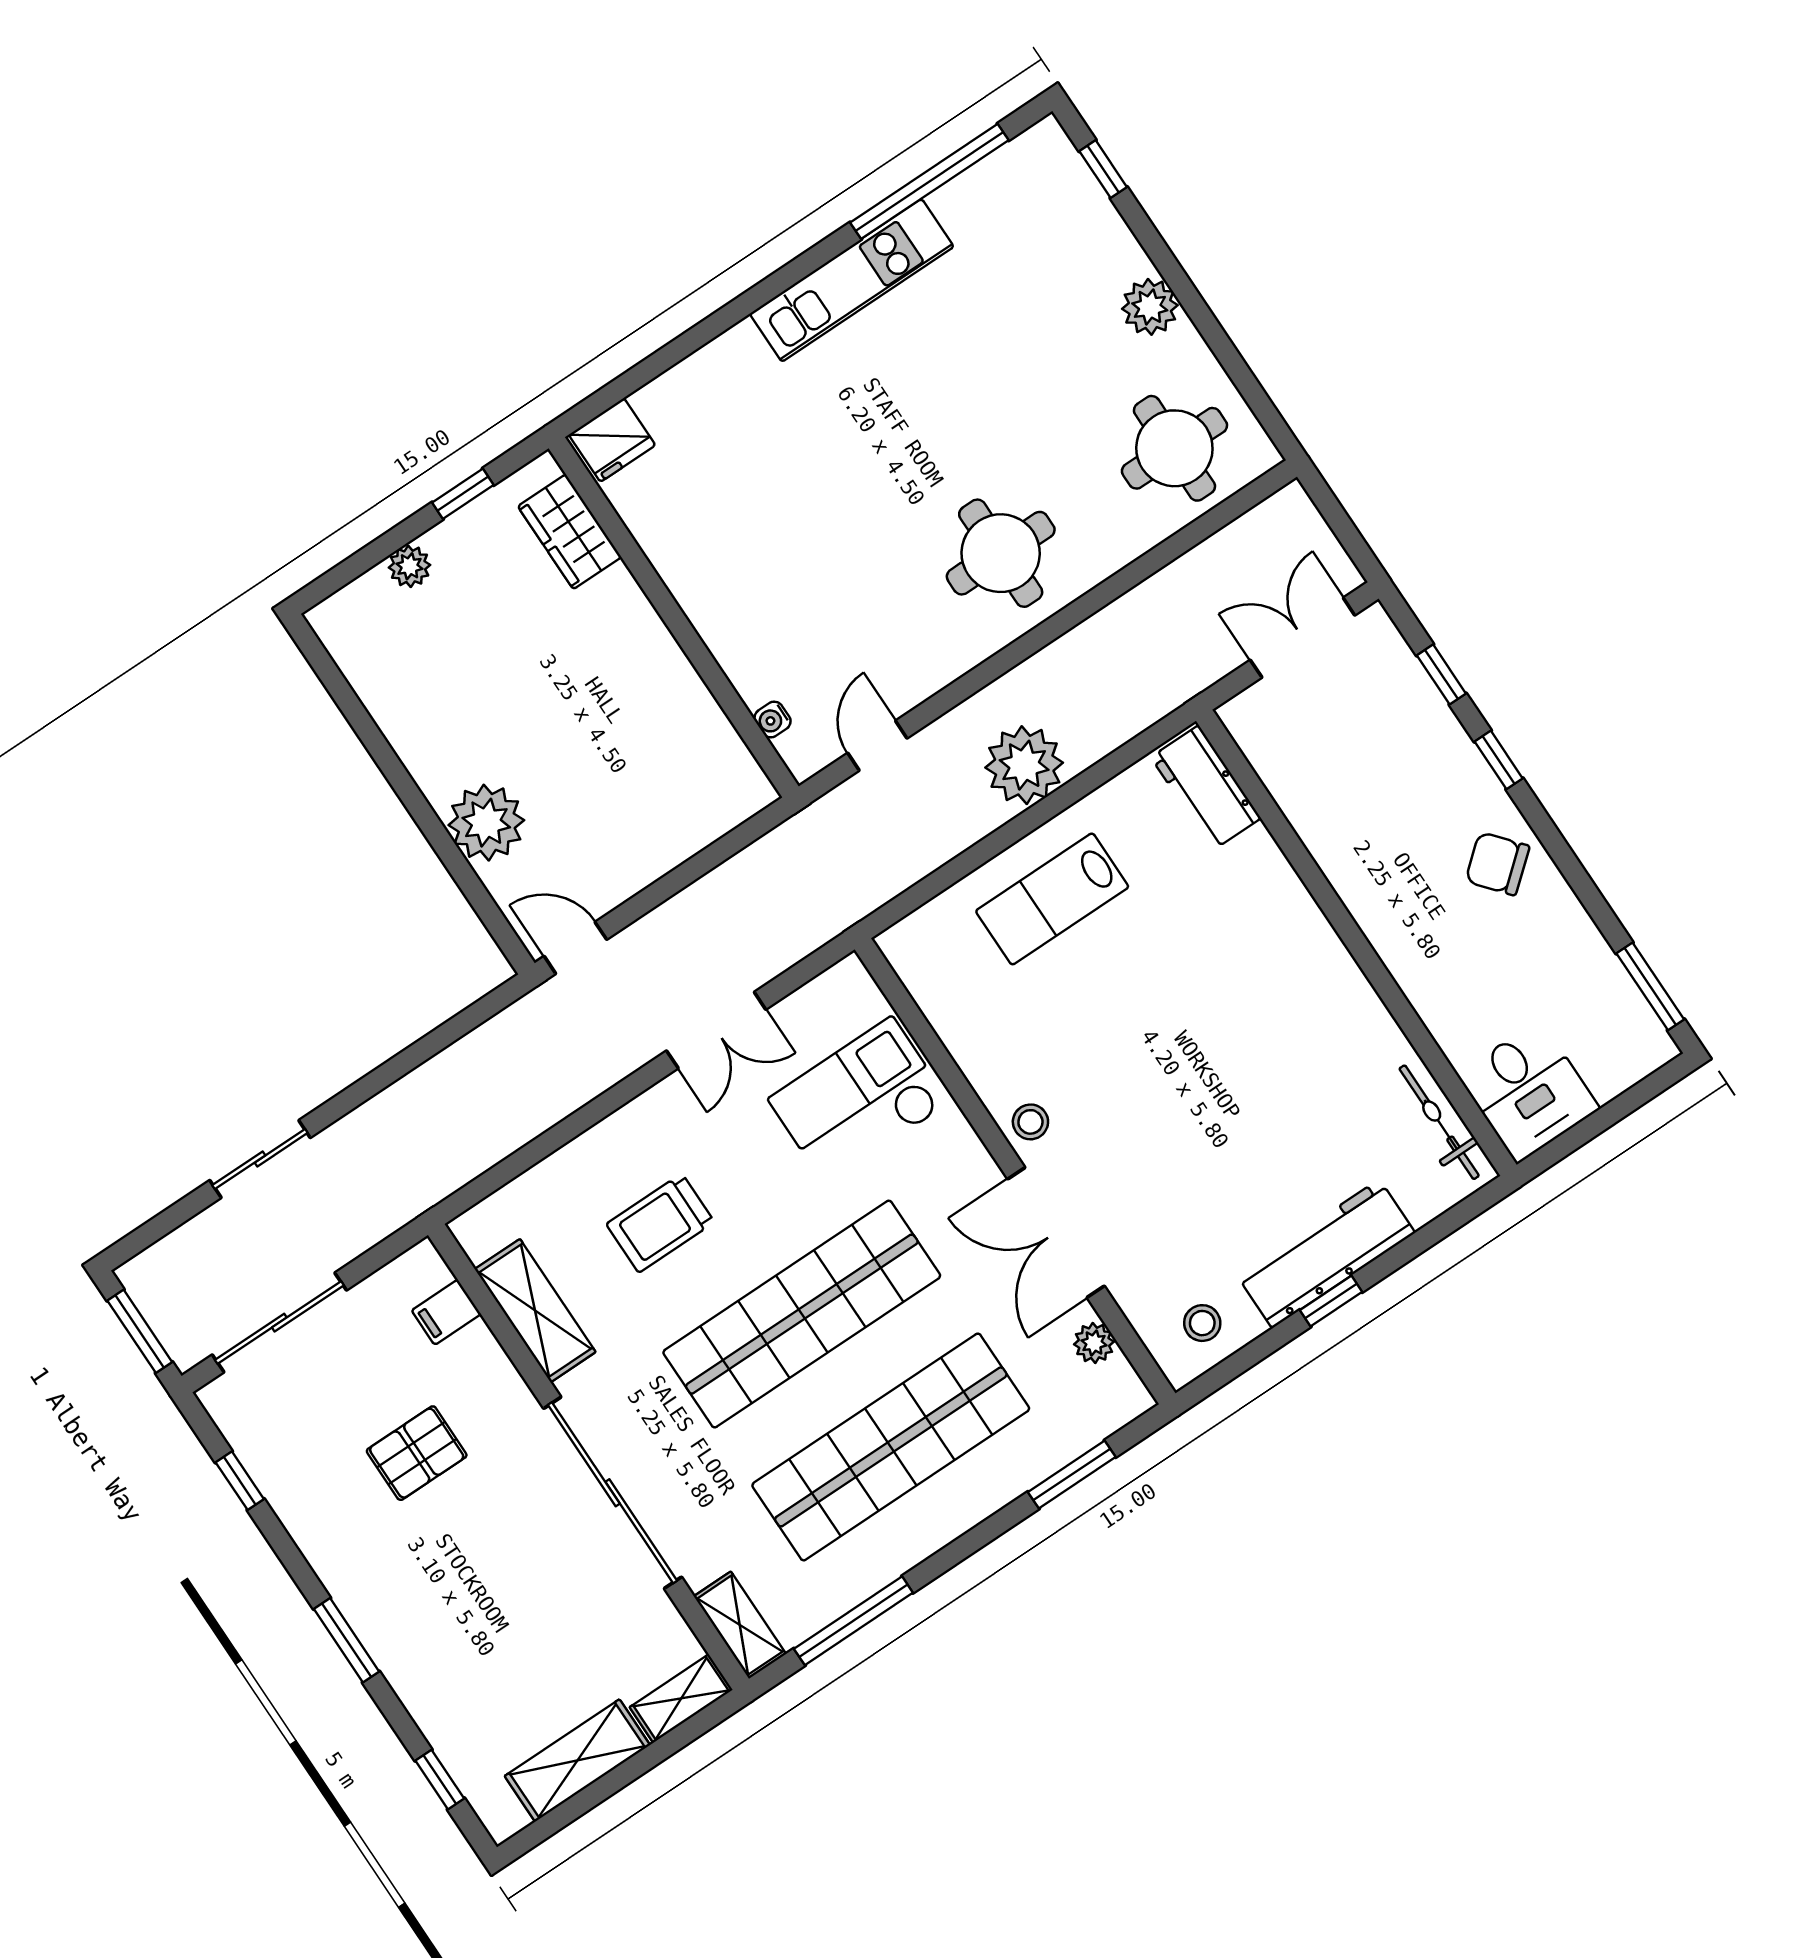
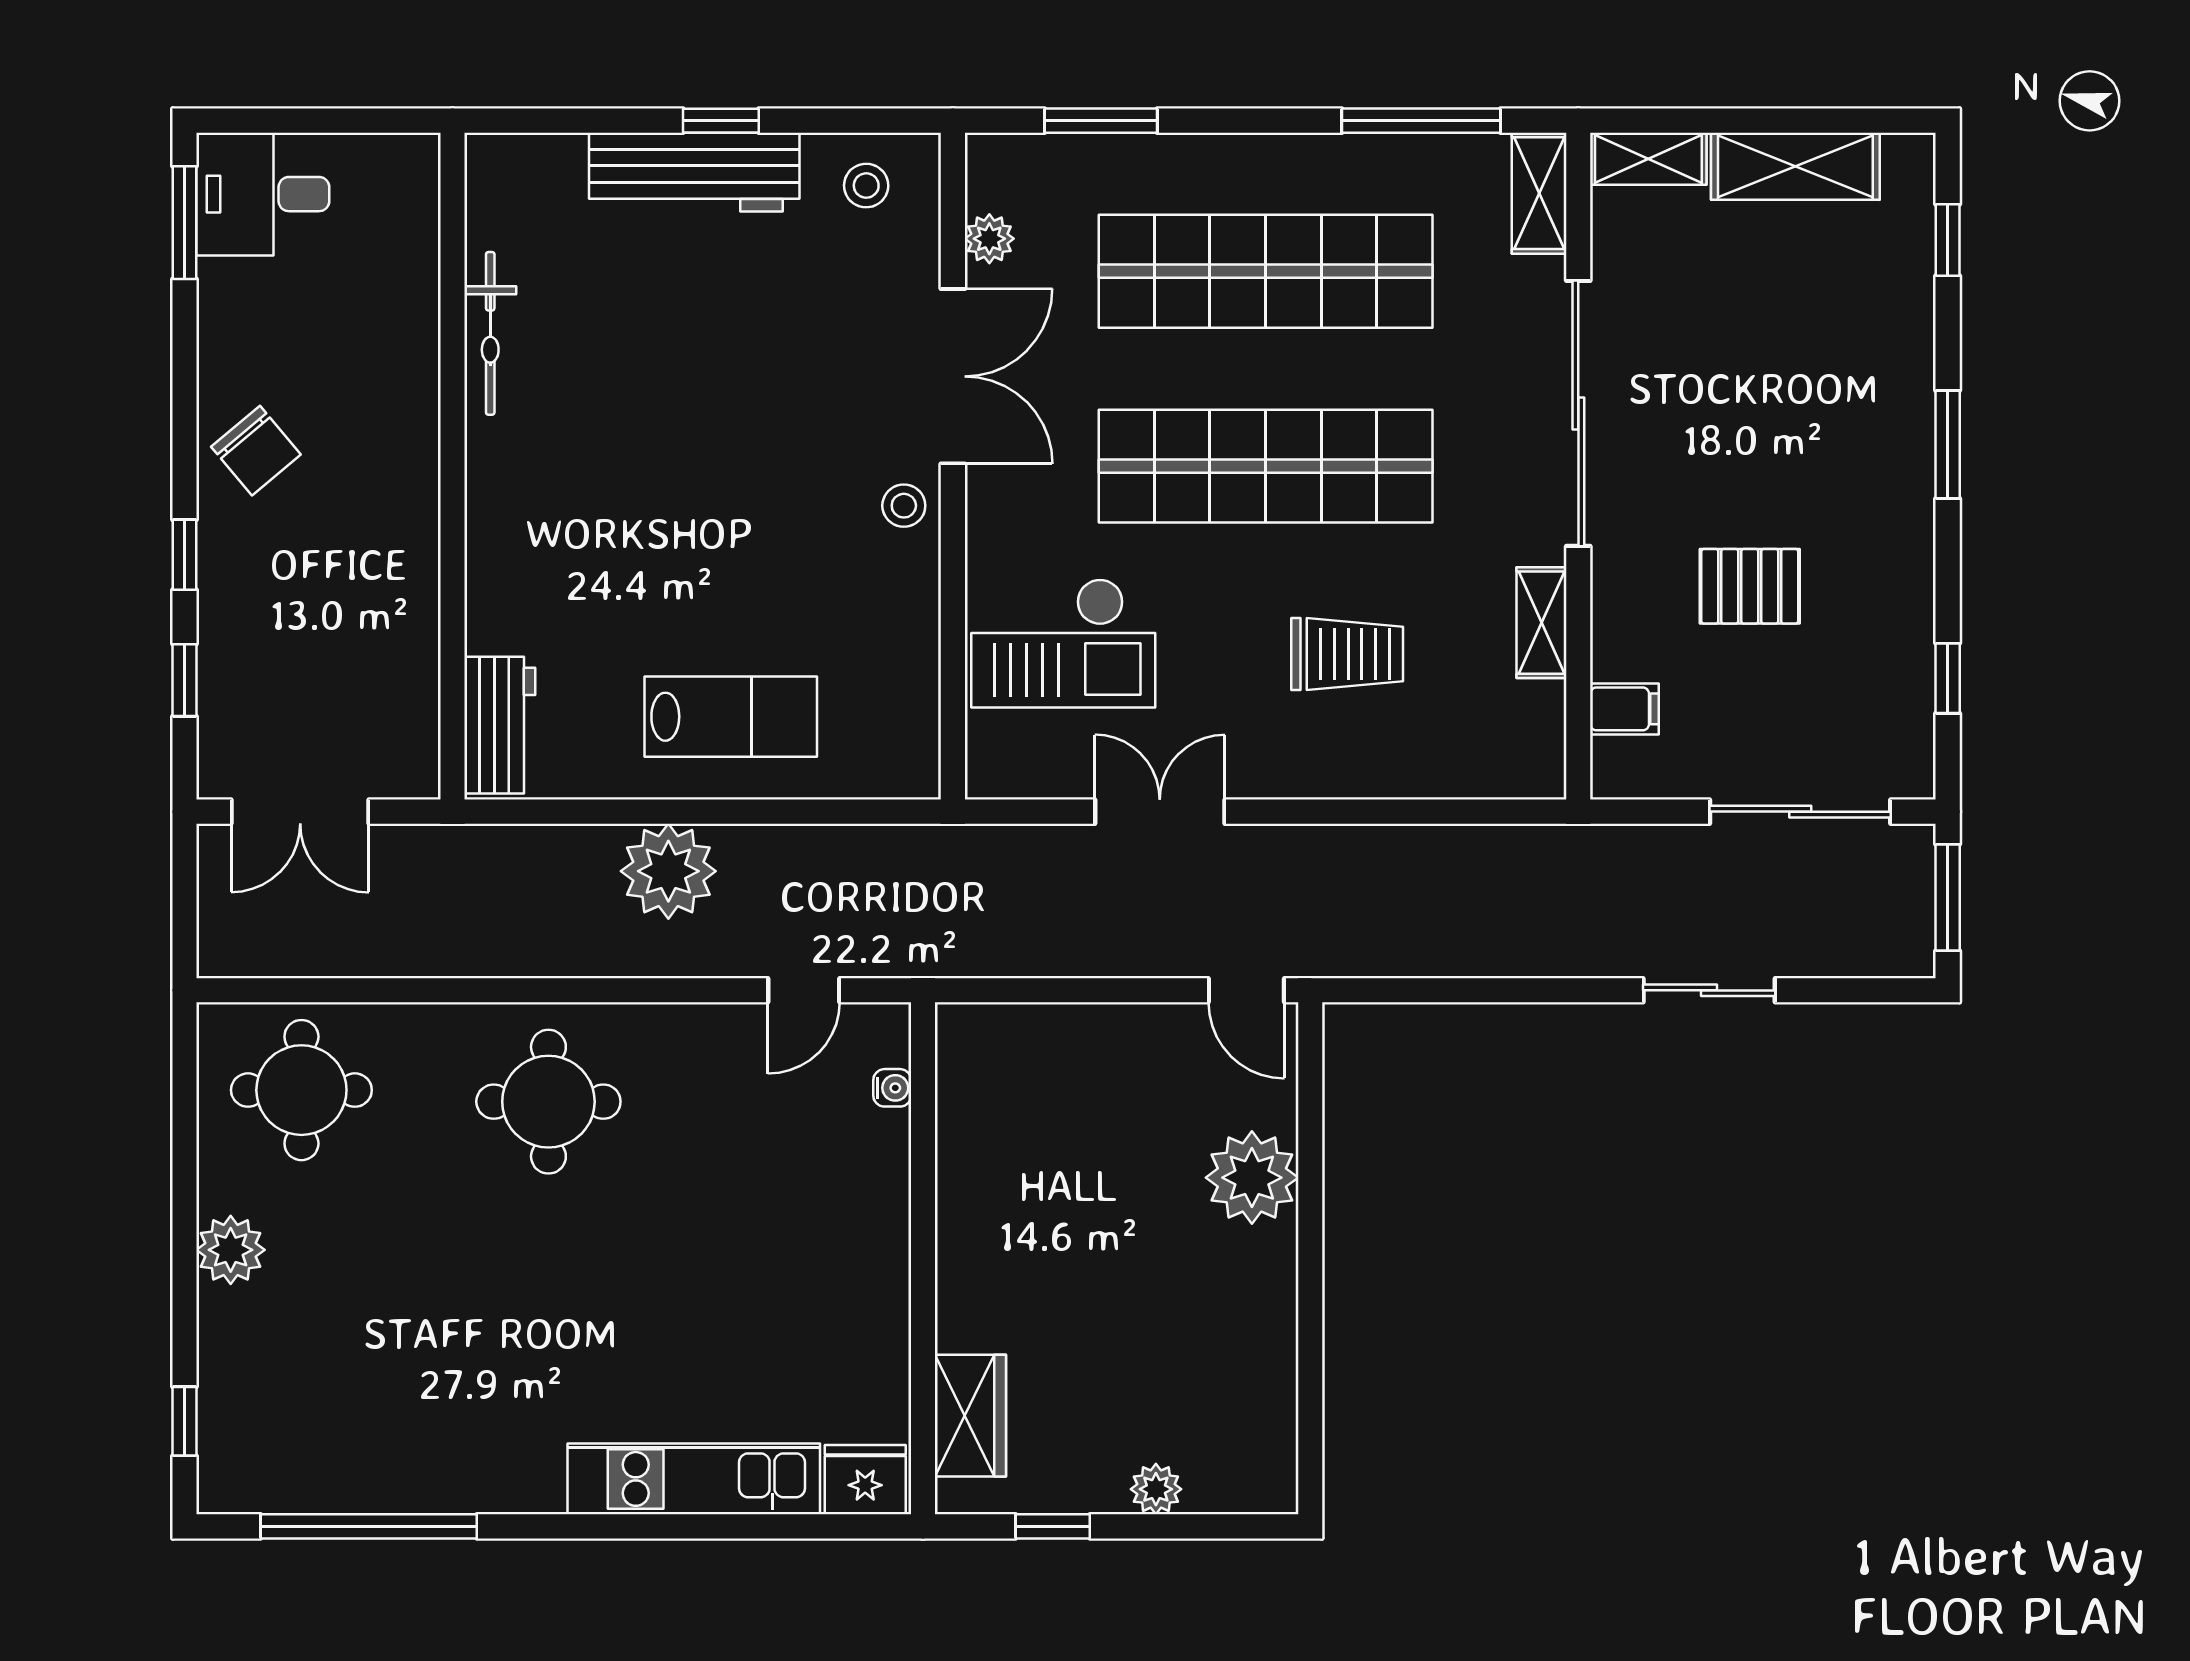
kitchen unit: (852, 280) -> (694, 1479), moved
desk: (1528, 1091) -> (263, 194), moved, turned -90
bicycle: (1439, 1122) -> (490, 333), moved
shelving: (535, 1311) -> (1541, 623), width x0.67, depth x0.75

